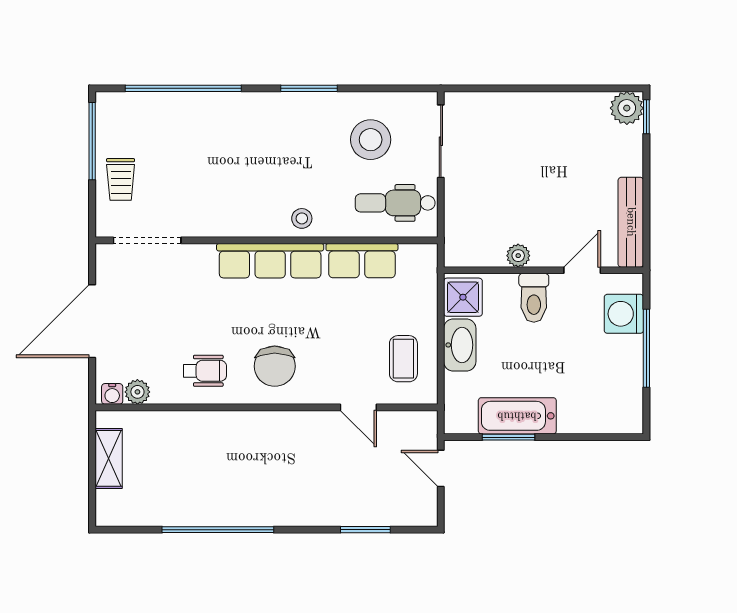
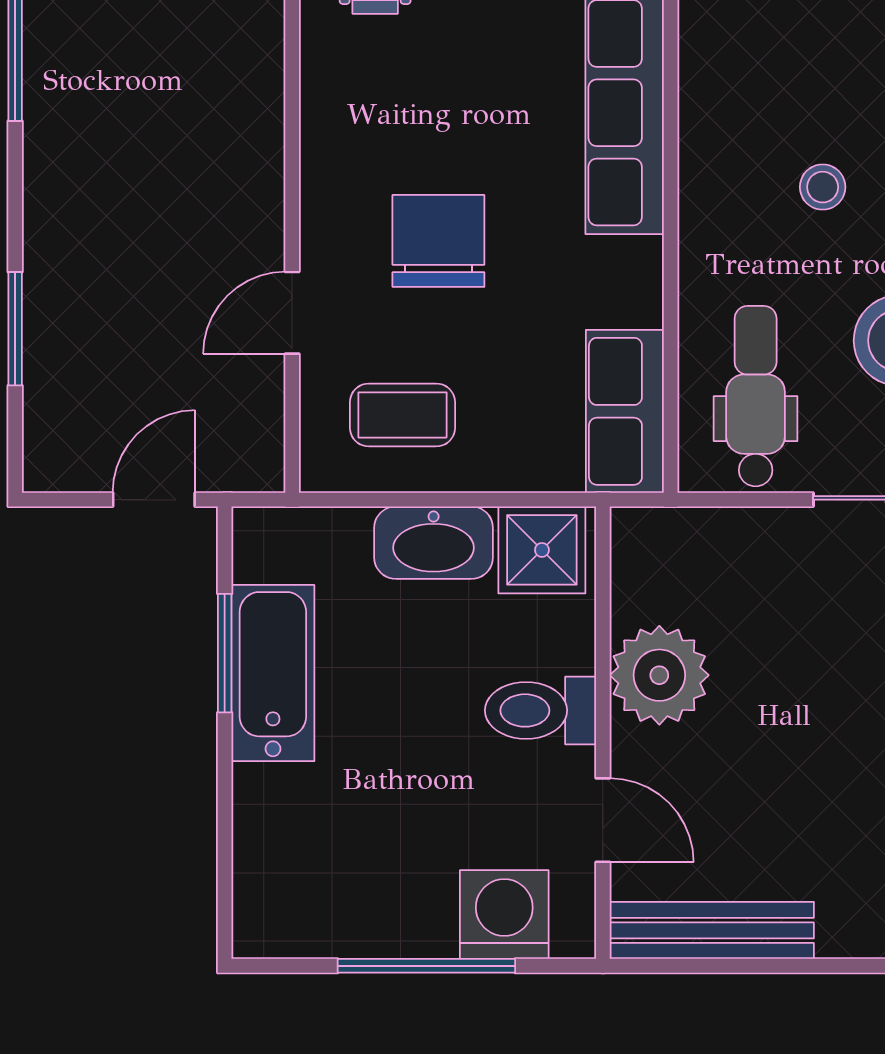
stool: (302, 218) -> (823, 187), moved
plant: (518, 256) -> (659, 675), width x1.88, depth x1.88
row of seats: (362, 261) -> (625, 411), moved
chair: (275, 366) -> (438, 241), moved, turned 90

